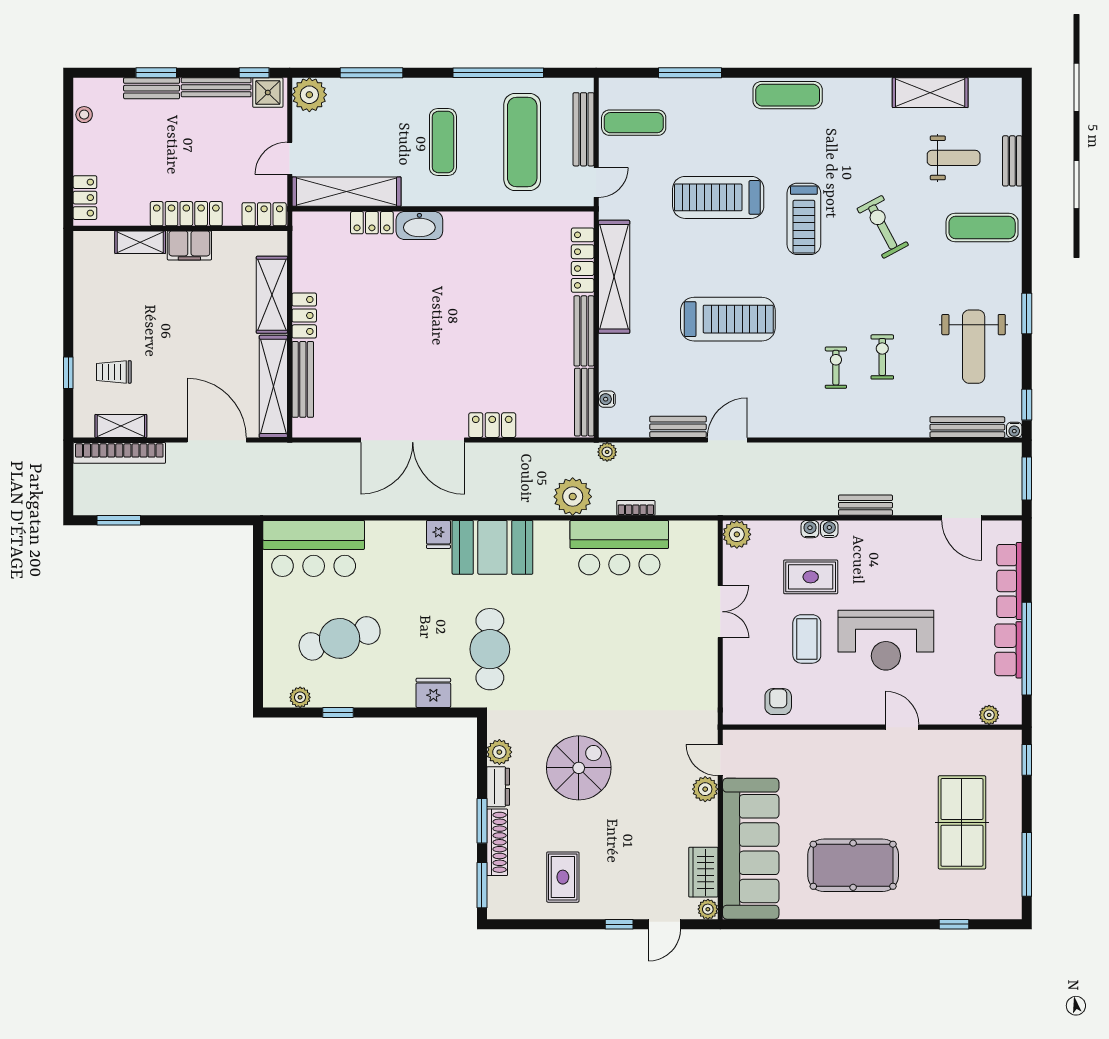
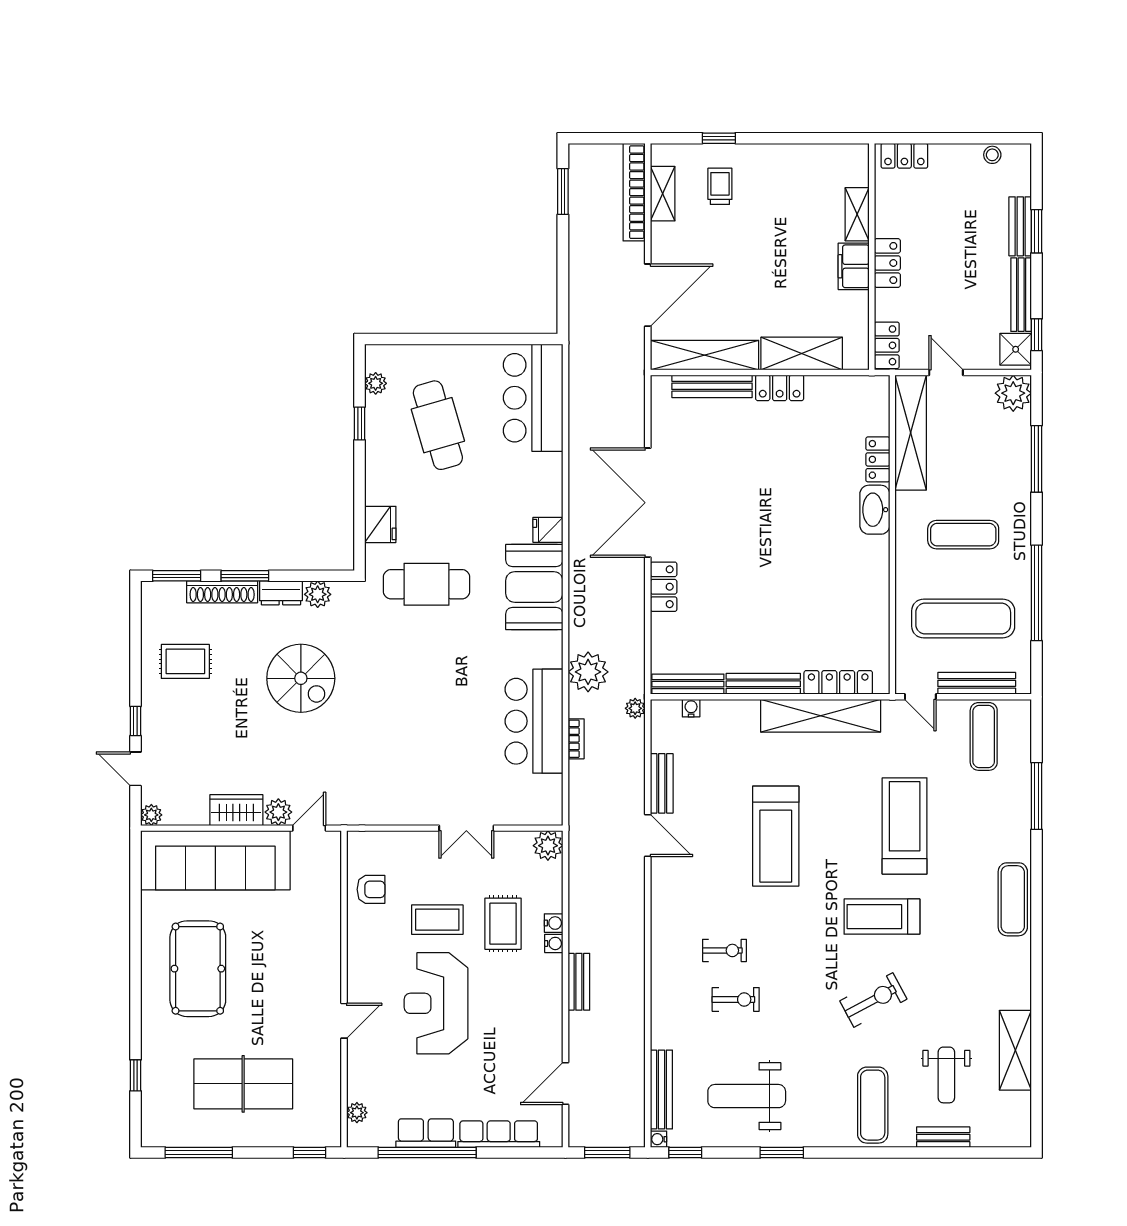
locker: (186, 214) -> (887, 263), width x0.66
wardrobe: (703, 872) -> (236, 810), moved

